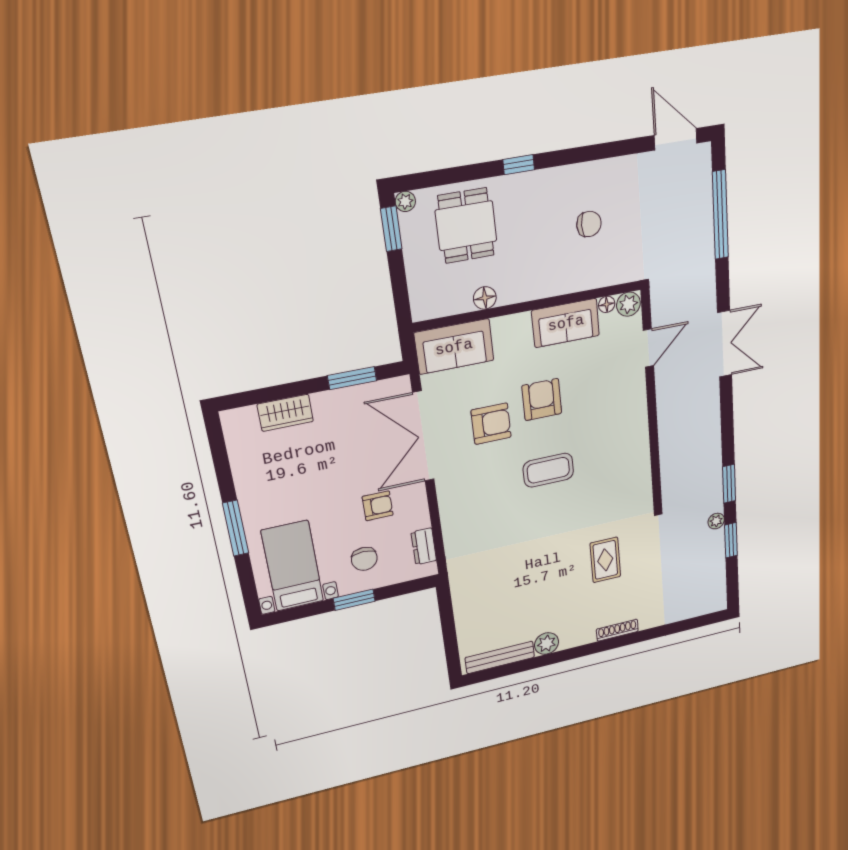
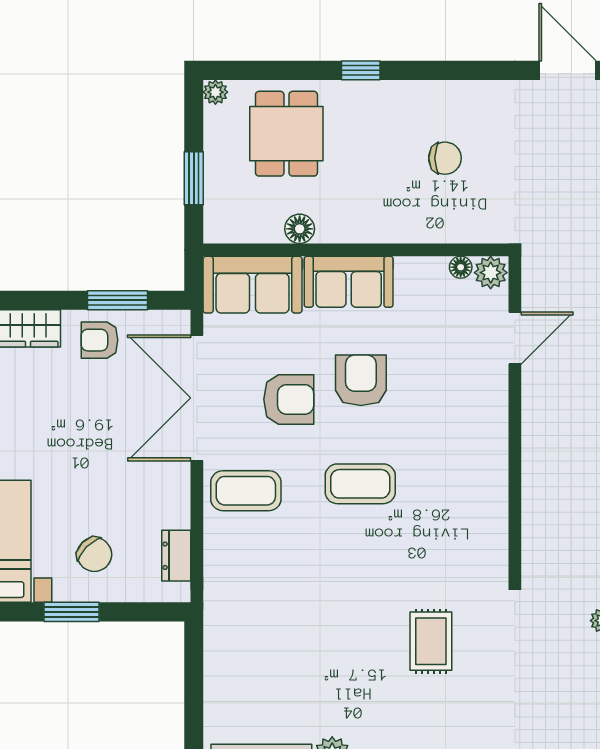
window: (391, 229) -> (194, 178), moved
sofa: (566, 323) -> (349, 282), moved
coffee table: (468, 492) -> (246, 491), added
armchair: (378, 506) -> (100, 340), moved, turned 180
chair: (364, 559) -> (94, 554), turned -45

